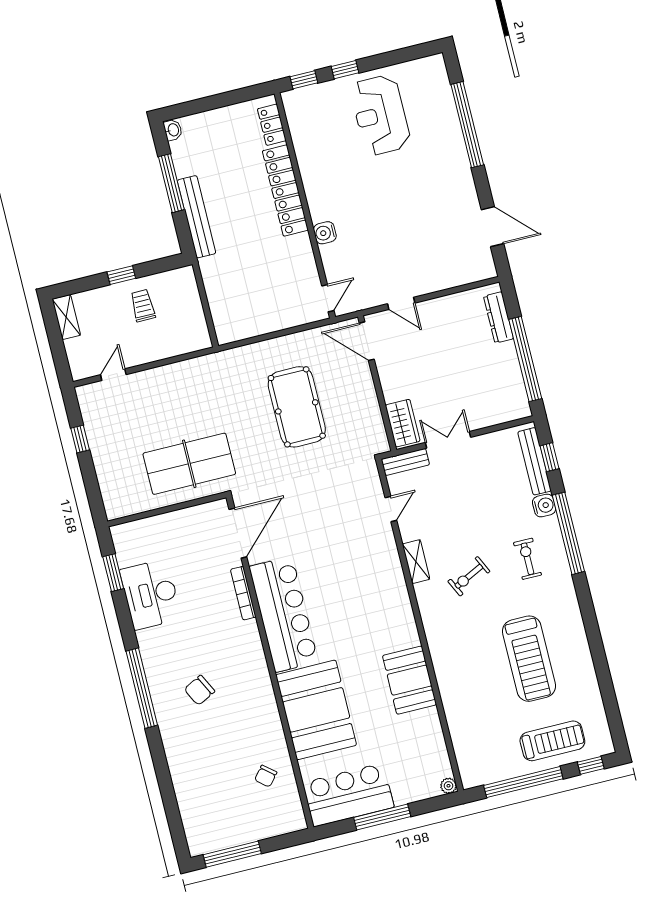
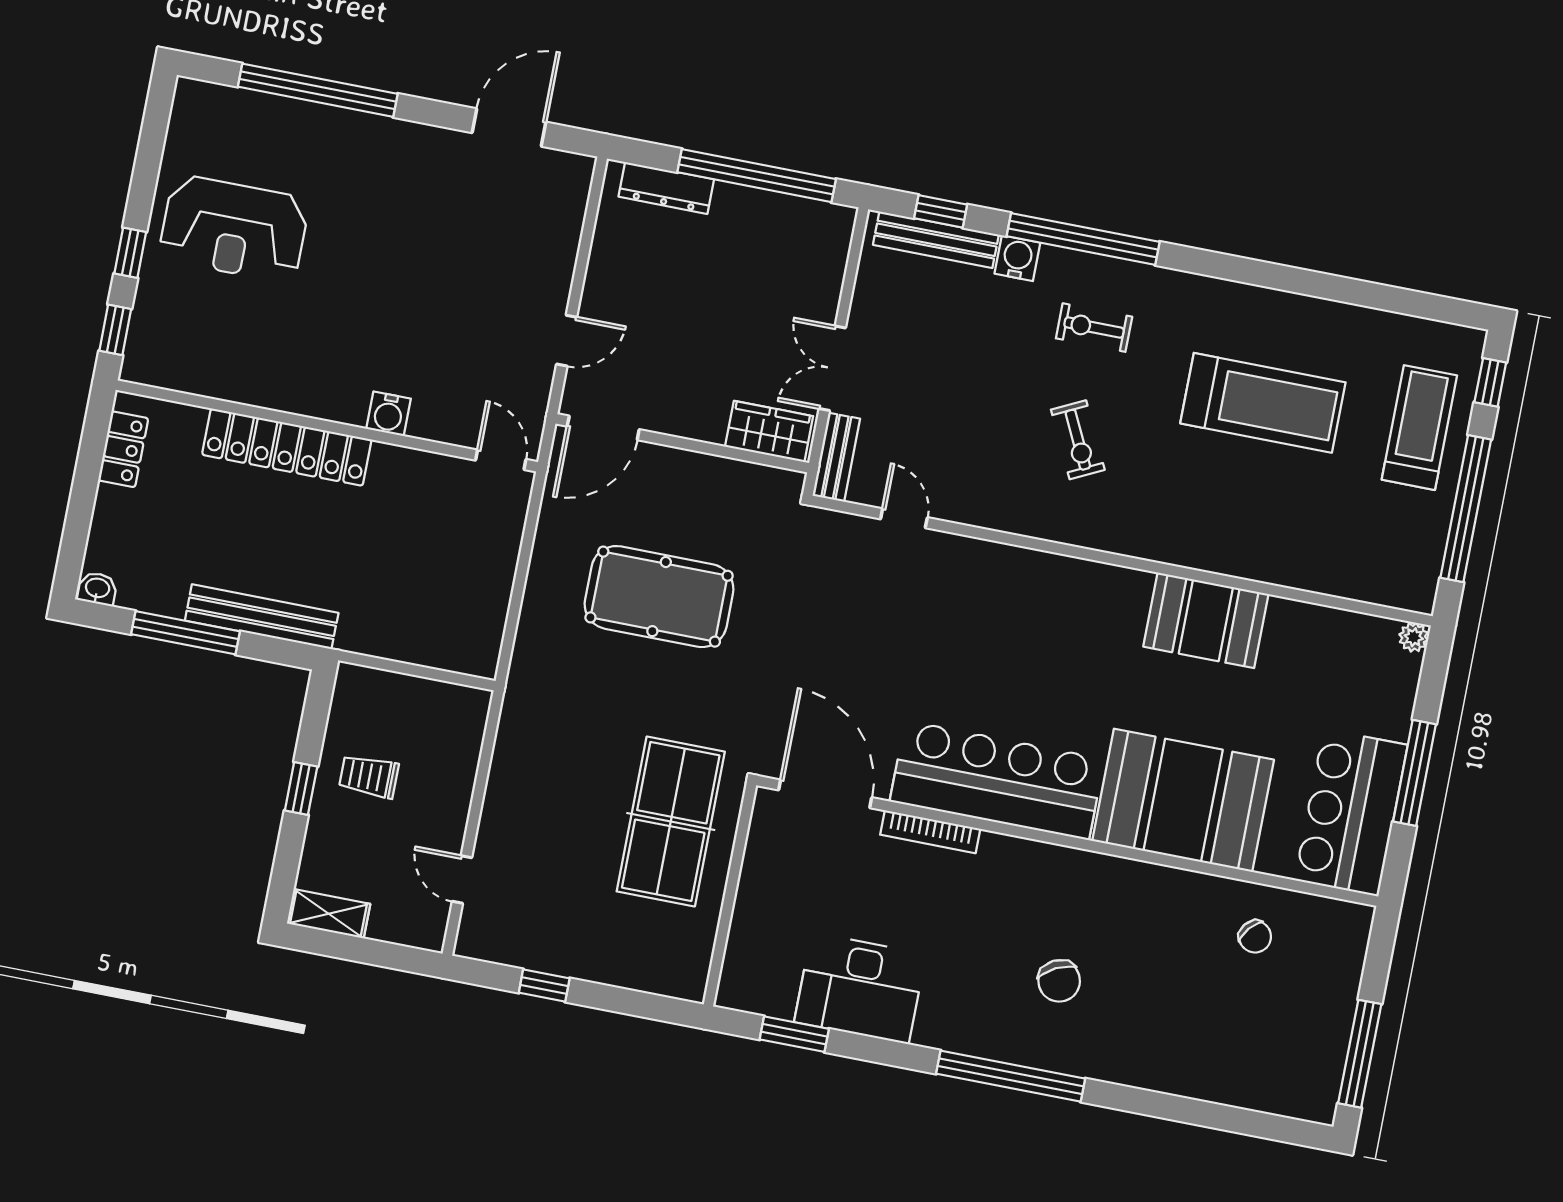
locker: (272, 125) -> (123, 449), moved, turned -90
shelving: (416, 562) -> (1012, 517), removed

